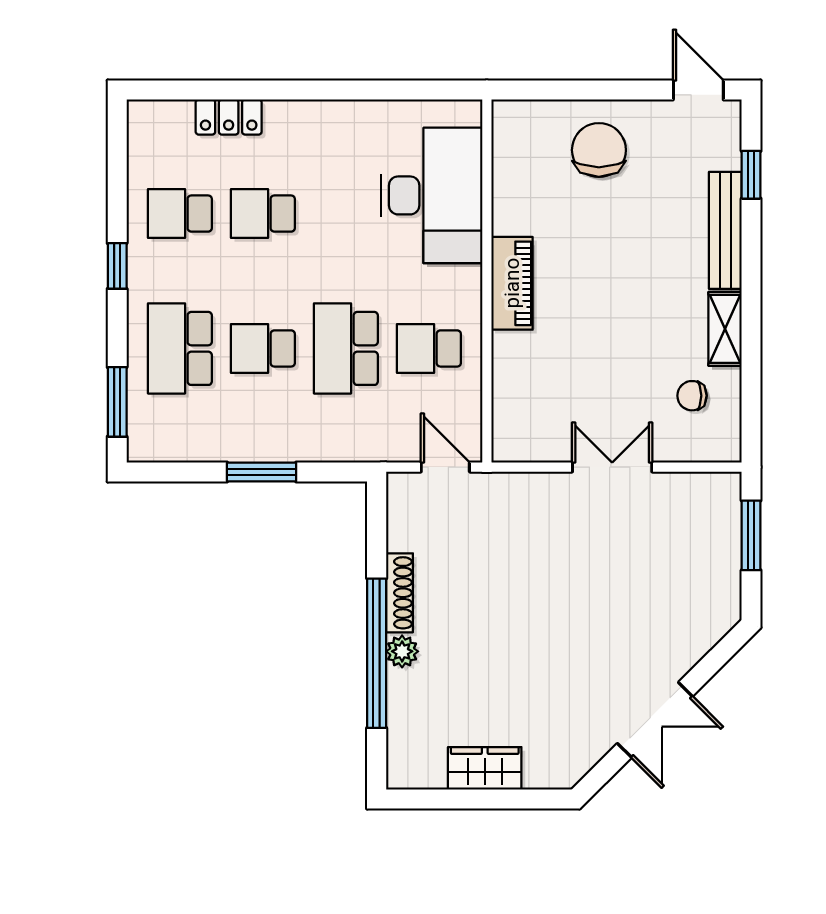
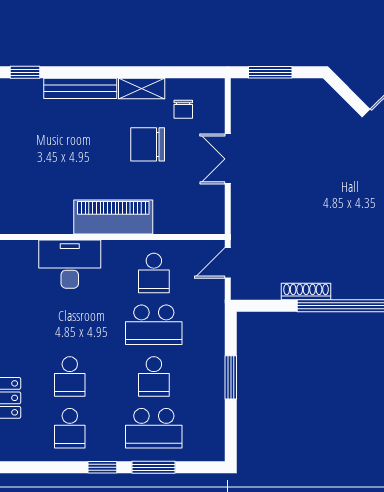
chair: (599, 150) -> (148, 144), moved
window: (751, 175) -> (25, 72), moved
desk: (432, 195) -> (70, 264), width x0.73, depth x0.77
piano: (512, 283) -> (113, 217), width x1.37, depth x1.33
window: (117, 402) -> (153, 467), moved
plant: (402, 651) -> (343, 290), removed

